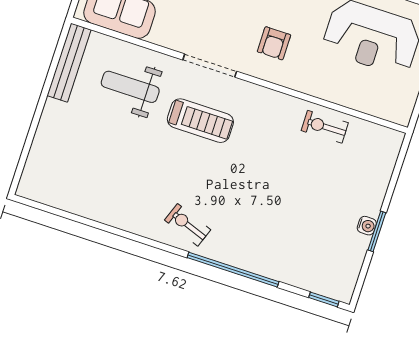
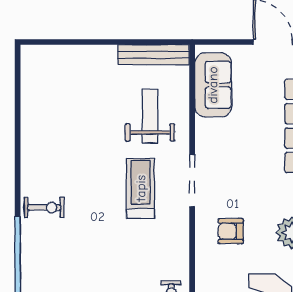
treadmill: (200, 121) -> (141, 188), turned 180
exercise bike: (188, 225) -> (44, 207), turned 70

